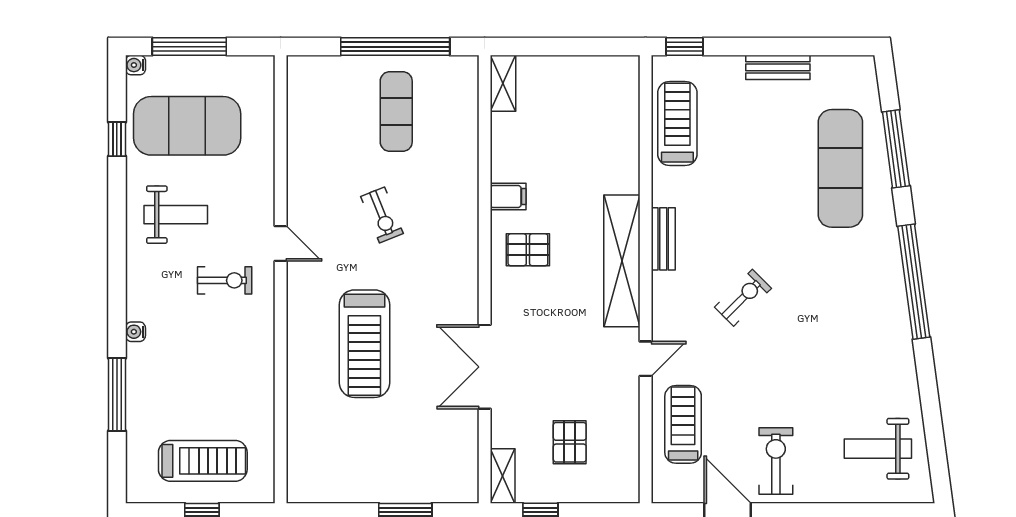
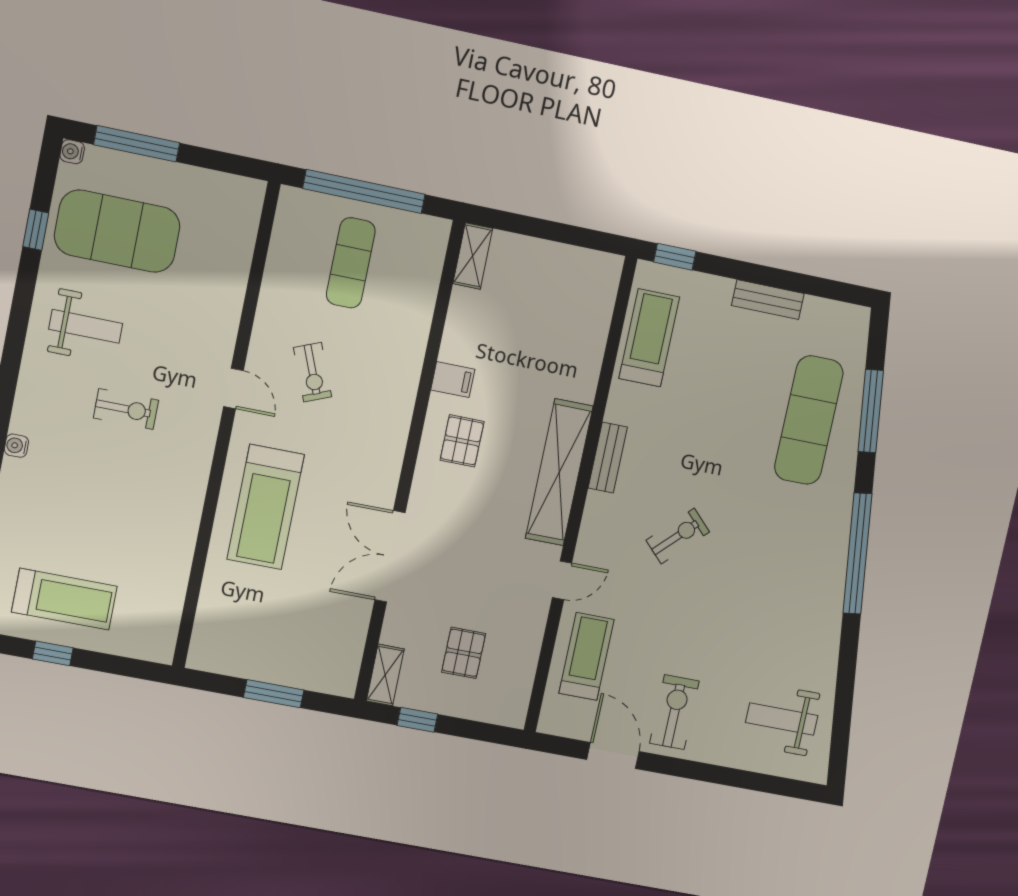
door: (281, 244) -> (233, 389), moved
pallet: (528, 250) -> (462, 441), turned 90
wall: (281, 279) -> (226, 427), moved

